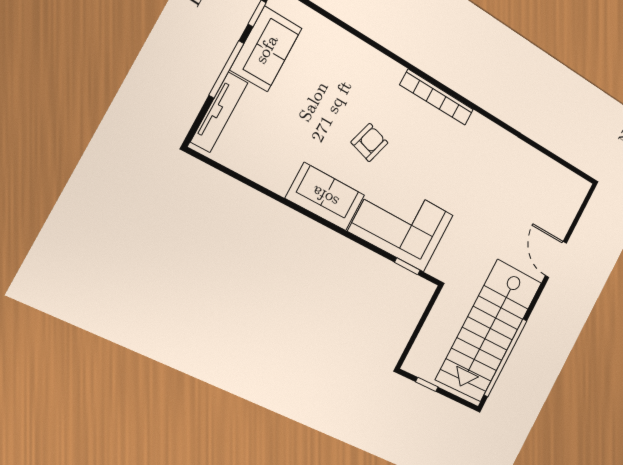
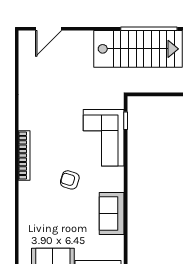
sofa: (325, 197) -> (112, 213), moved
door: (556, 259) -> (49, 29), moved

